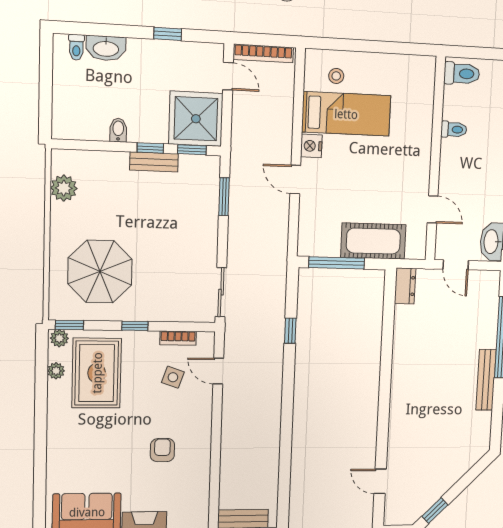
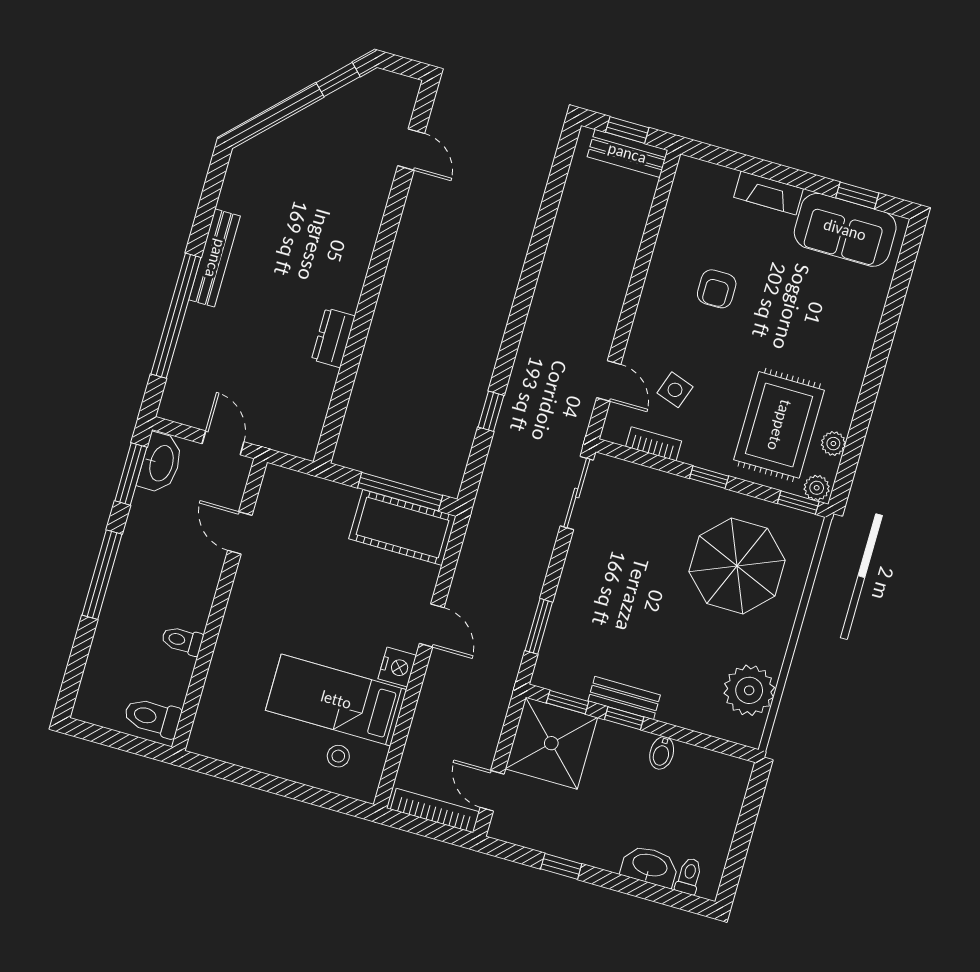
plant: (64, 188) -> (749, 690), width x1.36, depth x1.36
cot: (373, 241) -> (402, 527), moved
dresser: (405, 286) -> (333, 338), moved

